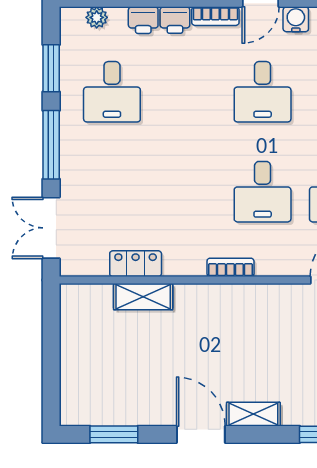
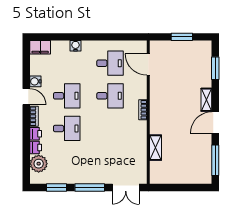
plant: (97, 17) -> (39, 164), width x1.87, depth x1.87
desk: (112, 92) -> (67, 128), moved
locker: (136, 264) -> (141, 151), removed
window: (114, 434) -> (215, 160), width x1.44

